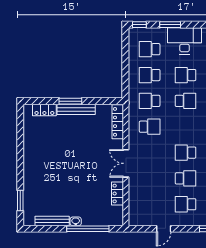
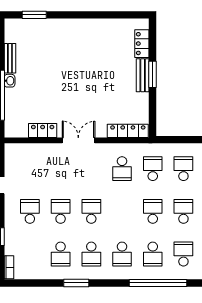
school desk: (186, 101) -> (153, 211), turned 180
bench: (76, 109) -> (143, 75), width x0.73
school desk: (186, 178) -> (61, 211), turned 180
bench: (52, 221) -> (10, 58), width x0.73

